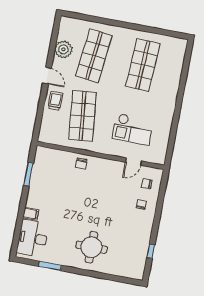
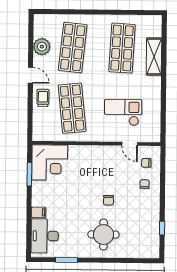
shelving: (173, 79) -> (154, 57), added
checkout: (133, 129) -> (123, 112), turned 180
door: (134, 162) -> (130, 144), hinge flipped
chair: (81, 164) -> (108, 200), moved
corner desk: (51, 166) -> (50, 163), added

